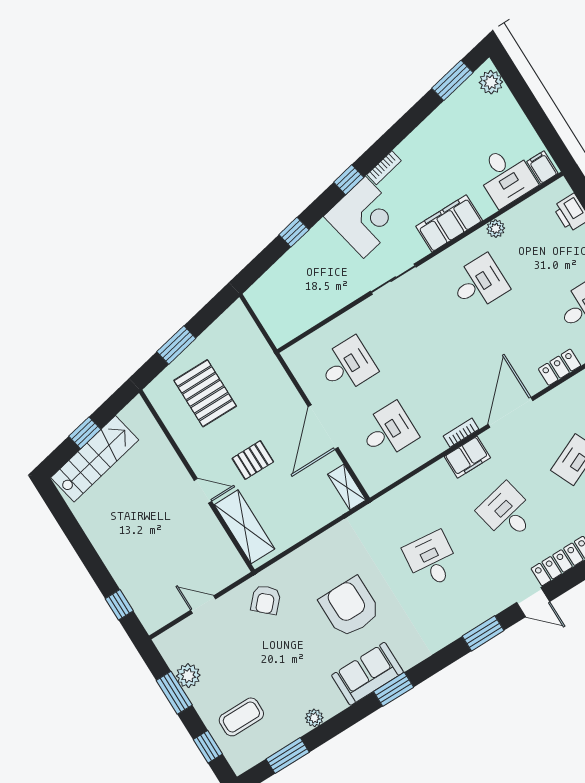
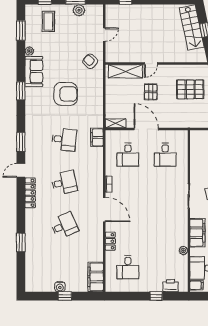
desk: (479, 283) -> (165, 230), removed
filing cabinet: (467, 457) -> (97, 137), moved
sofa: (368, 674) -> (34, 71), moved

